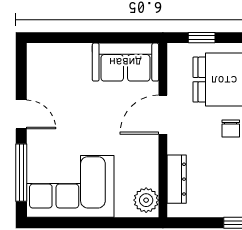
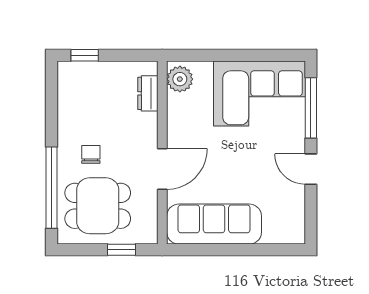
sofa: (125, 62) -> (214, 224), width x1.36
dresser: (177, 179) -> (148, 93), width x0.70

